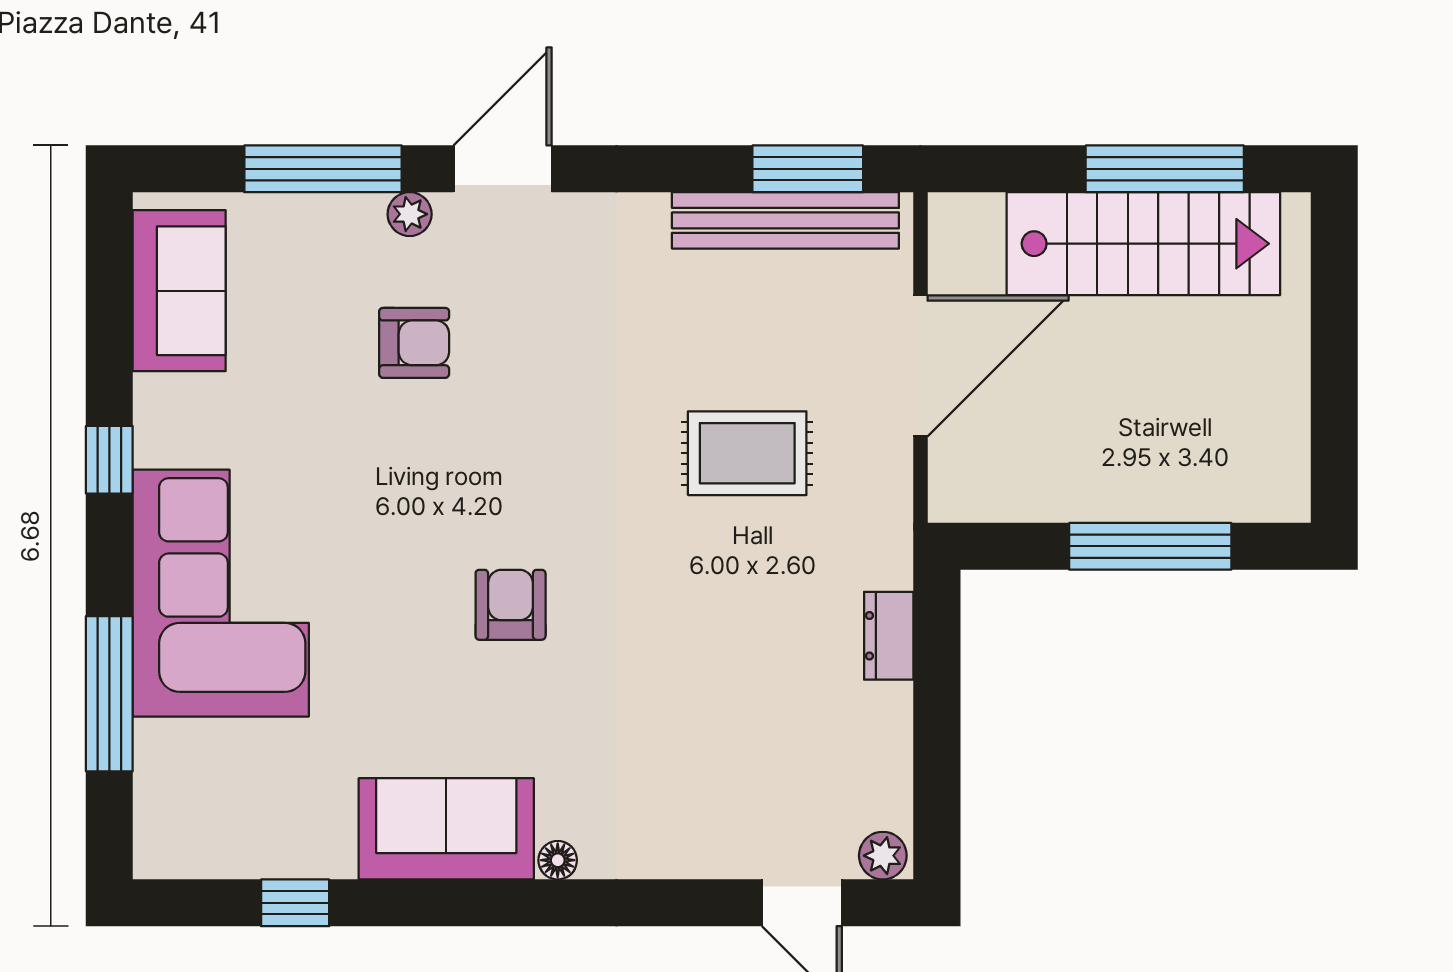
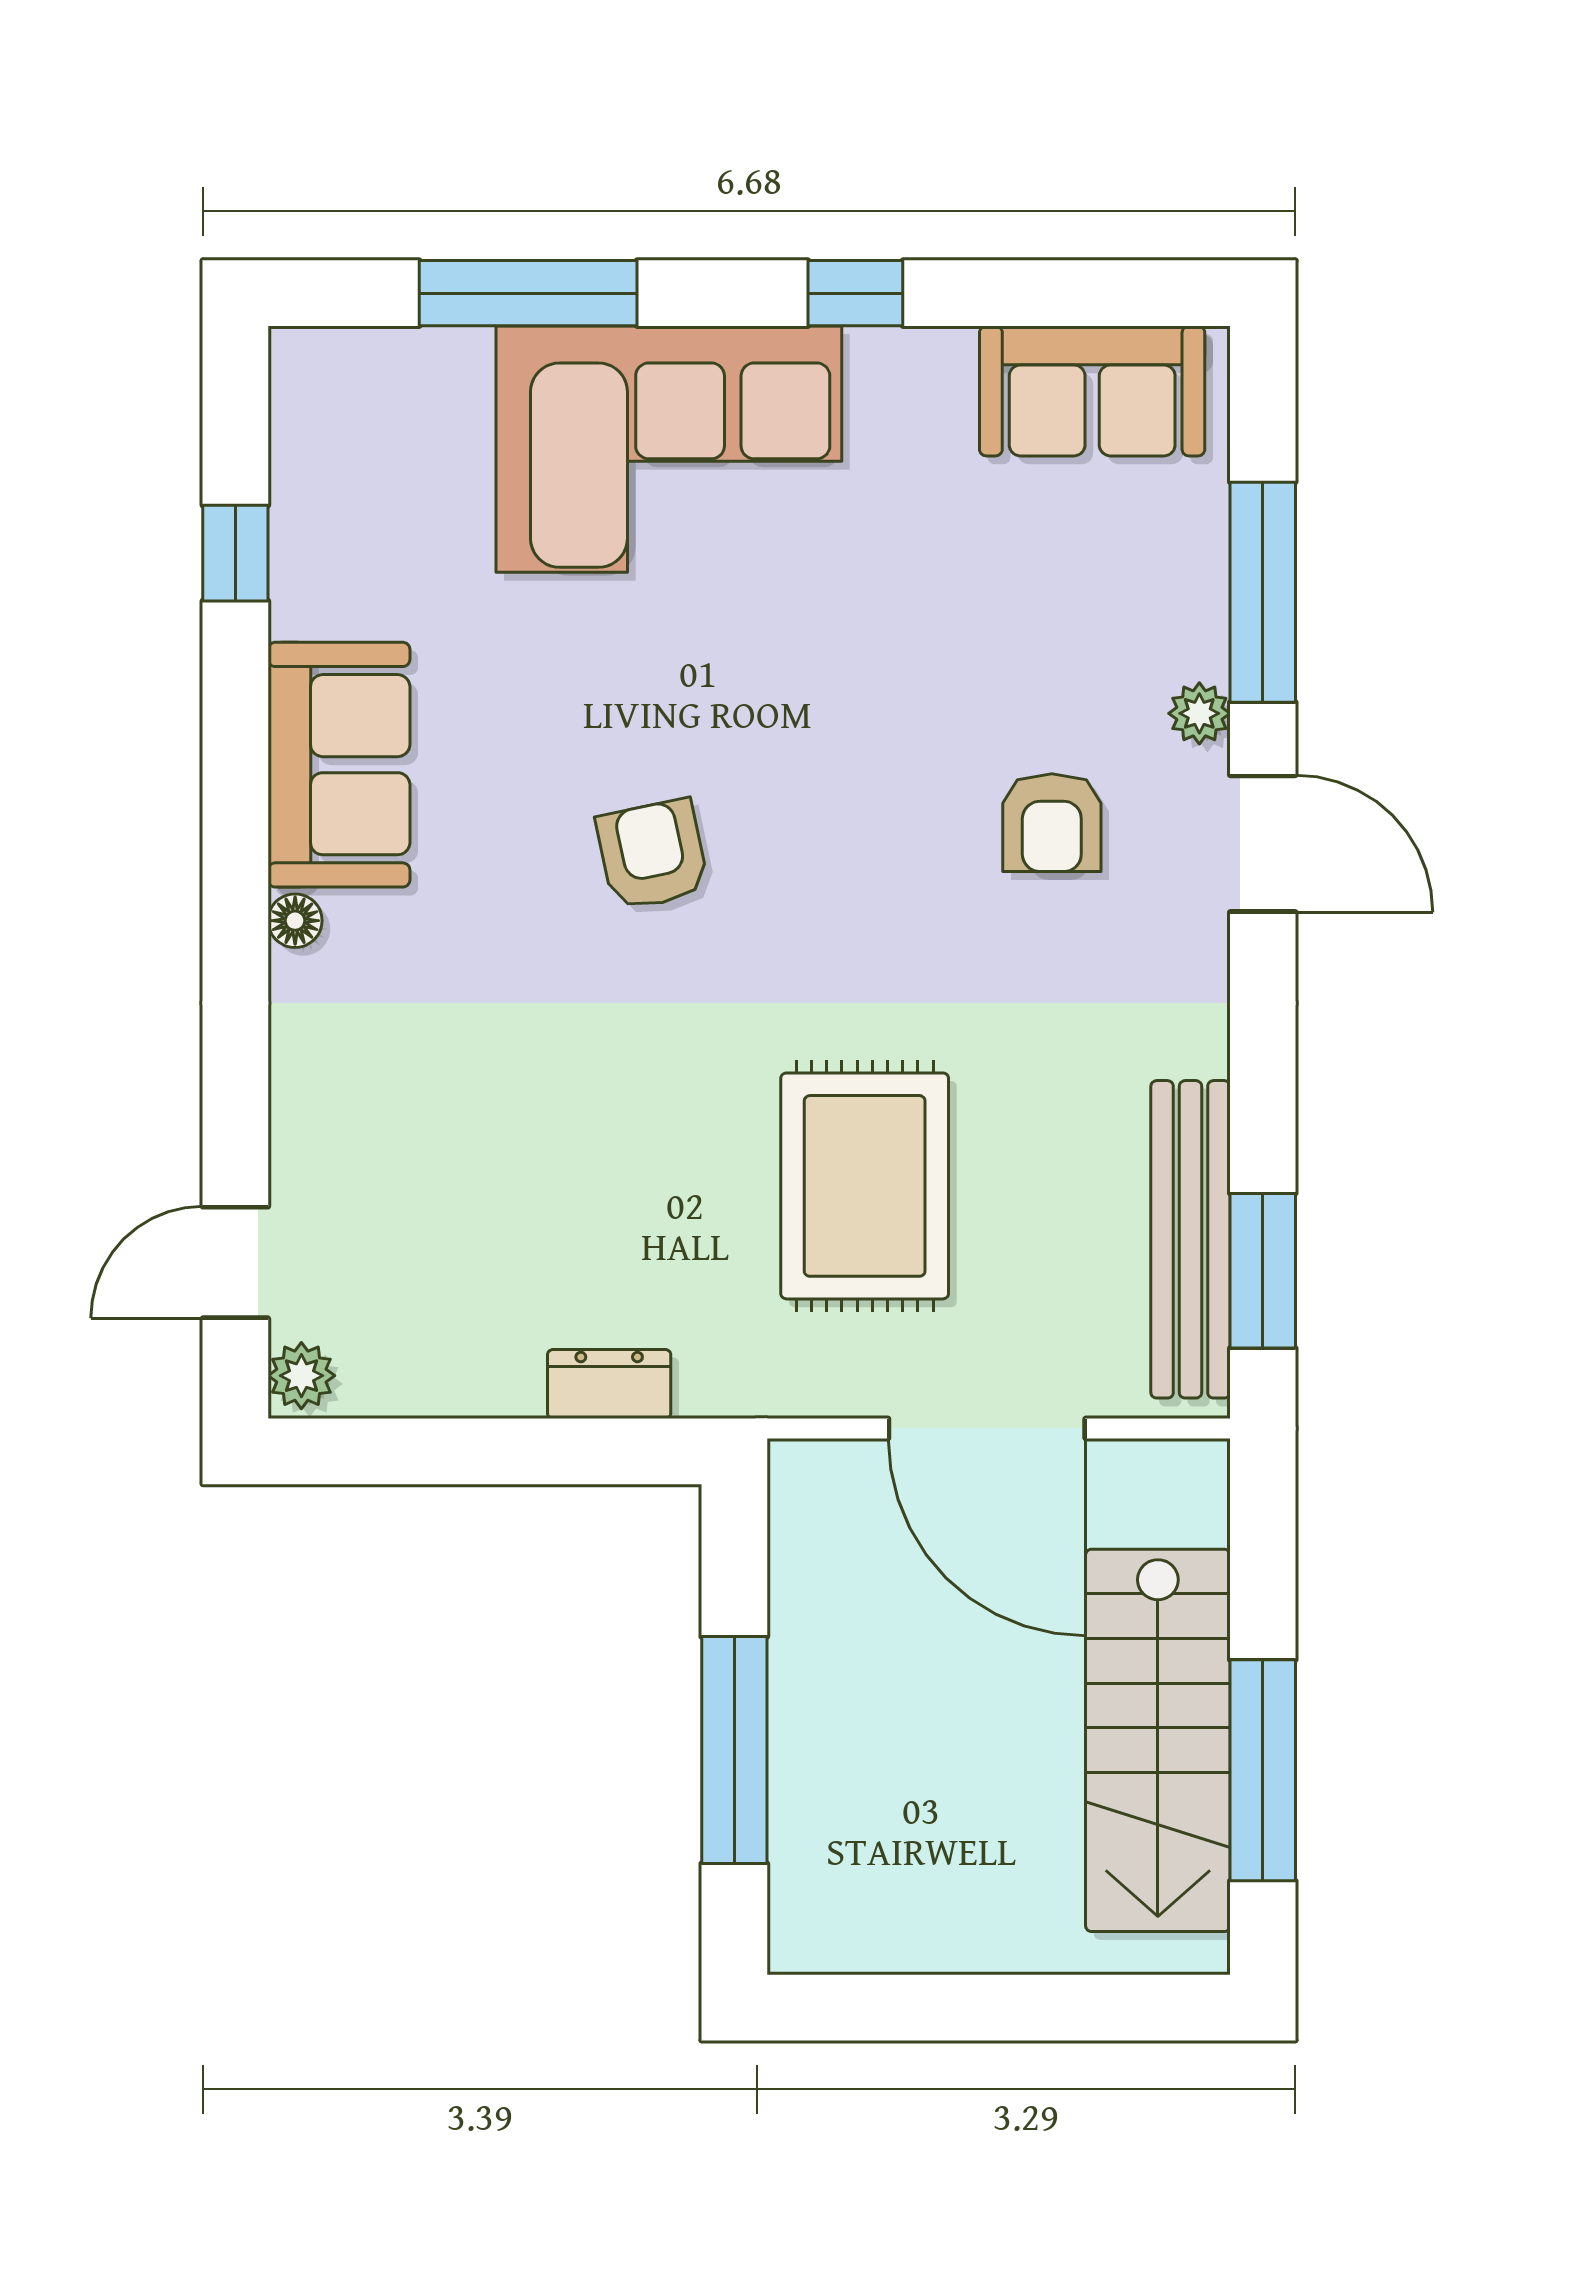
armchair: (414, 343) -> (1052, 823), moved
rug: (747, 453) -> (865, 1186), width x1.36, depth x1.43
armchair: (511, 605) -> (652, 855), turned -102

